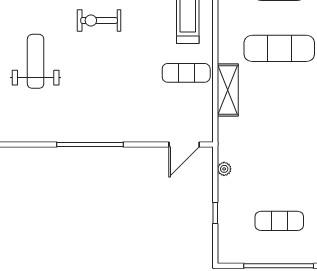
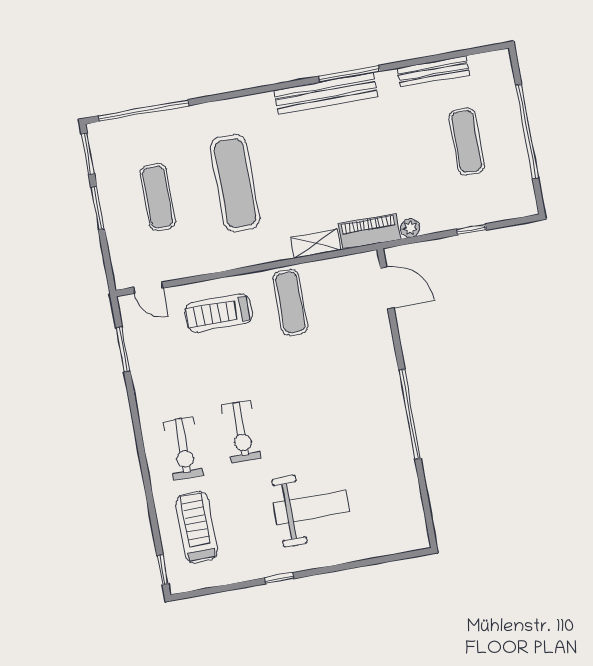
weight bench: (36, 61) -> (311, 507), turned 180
shelving: (228, 90) -> (316, 244), width x0.67, depth x0.75
piano: (227, 139) -> (369, 232), added

